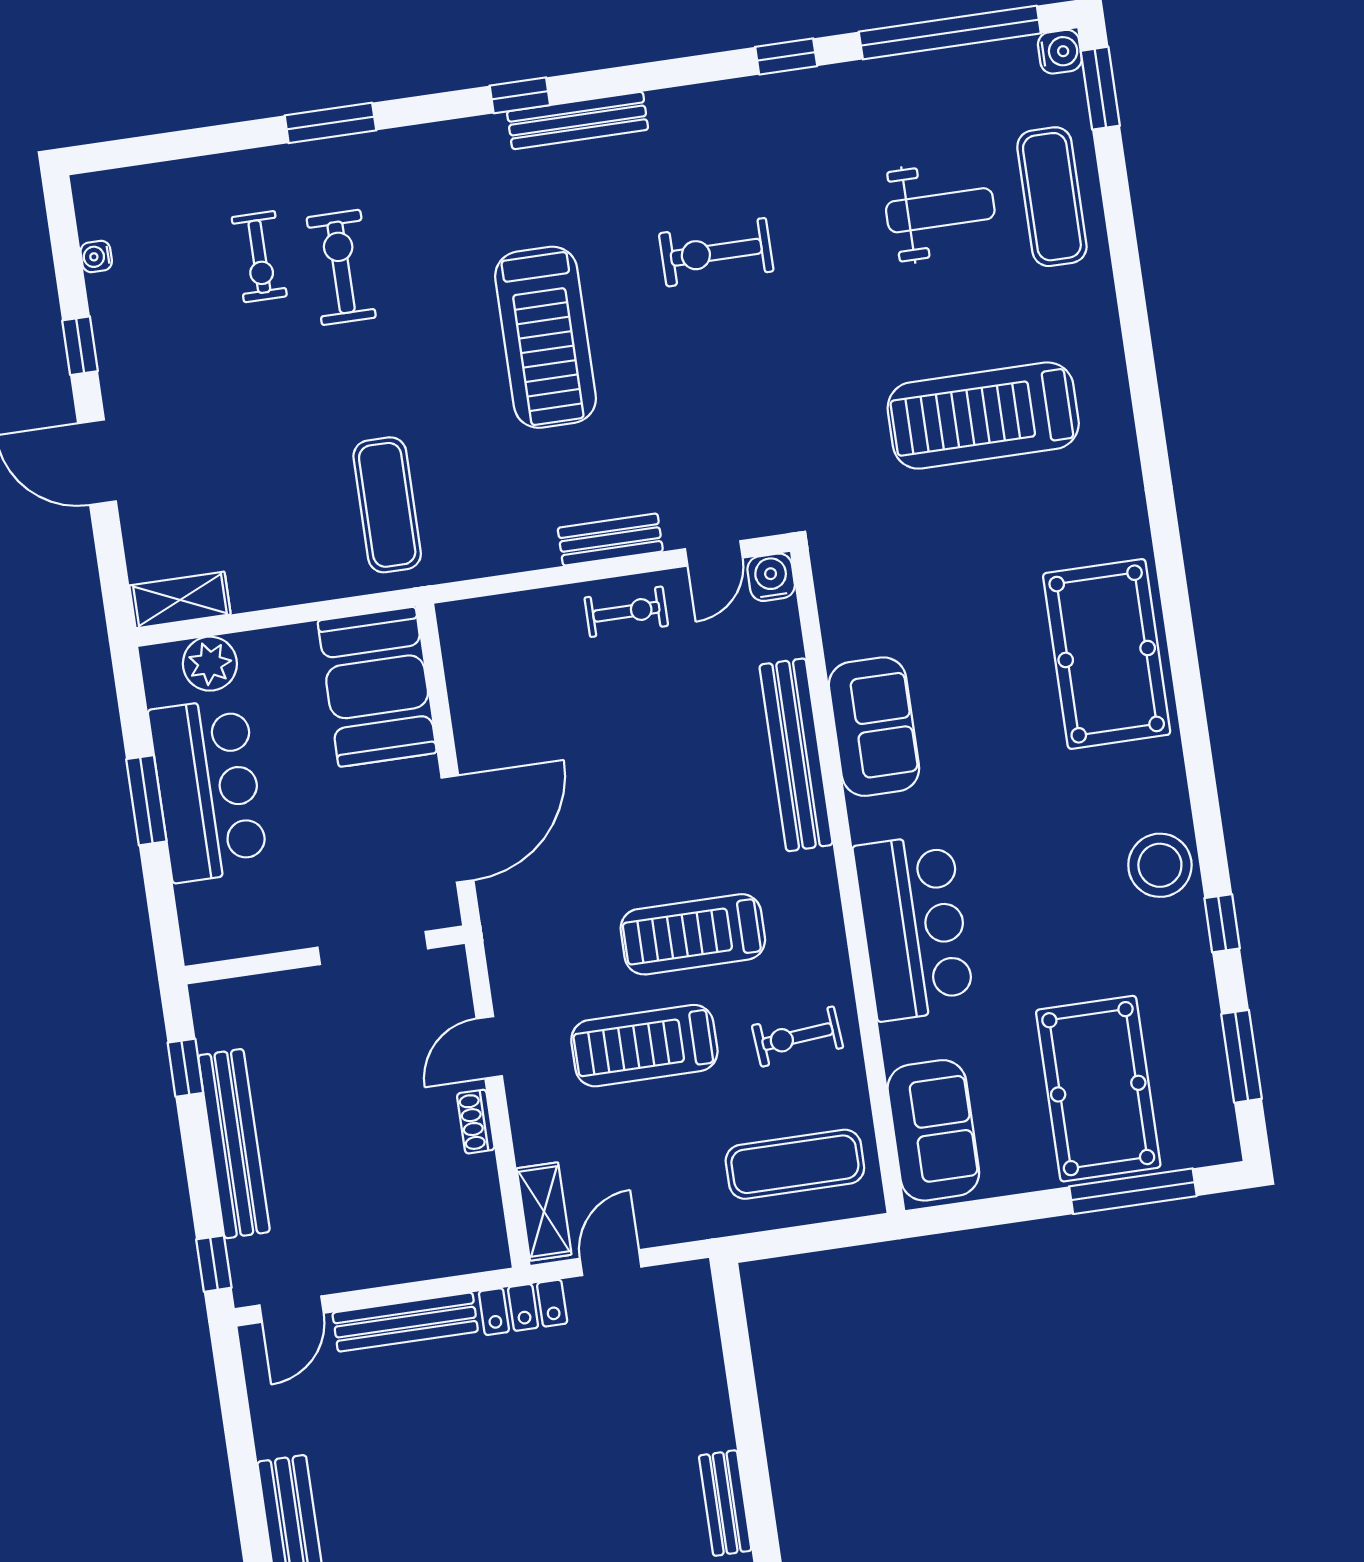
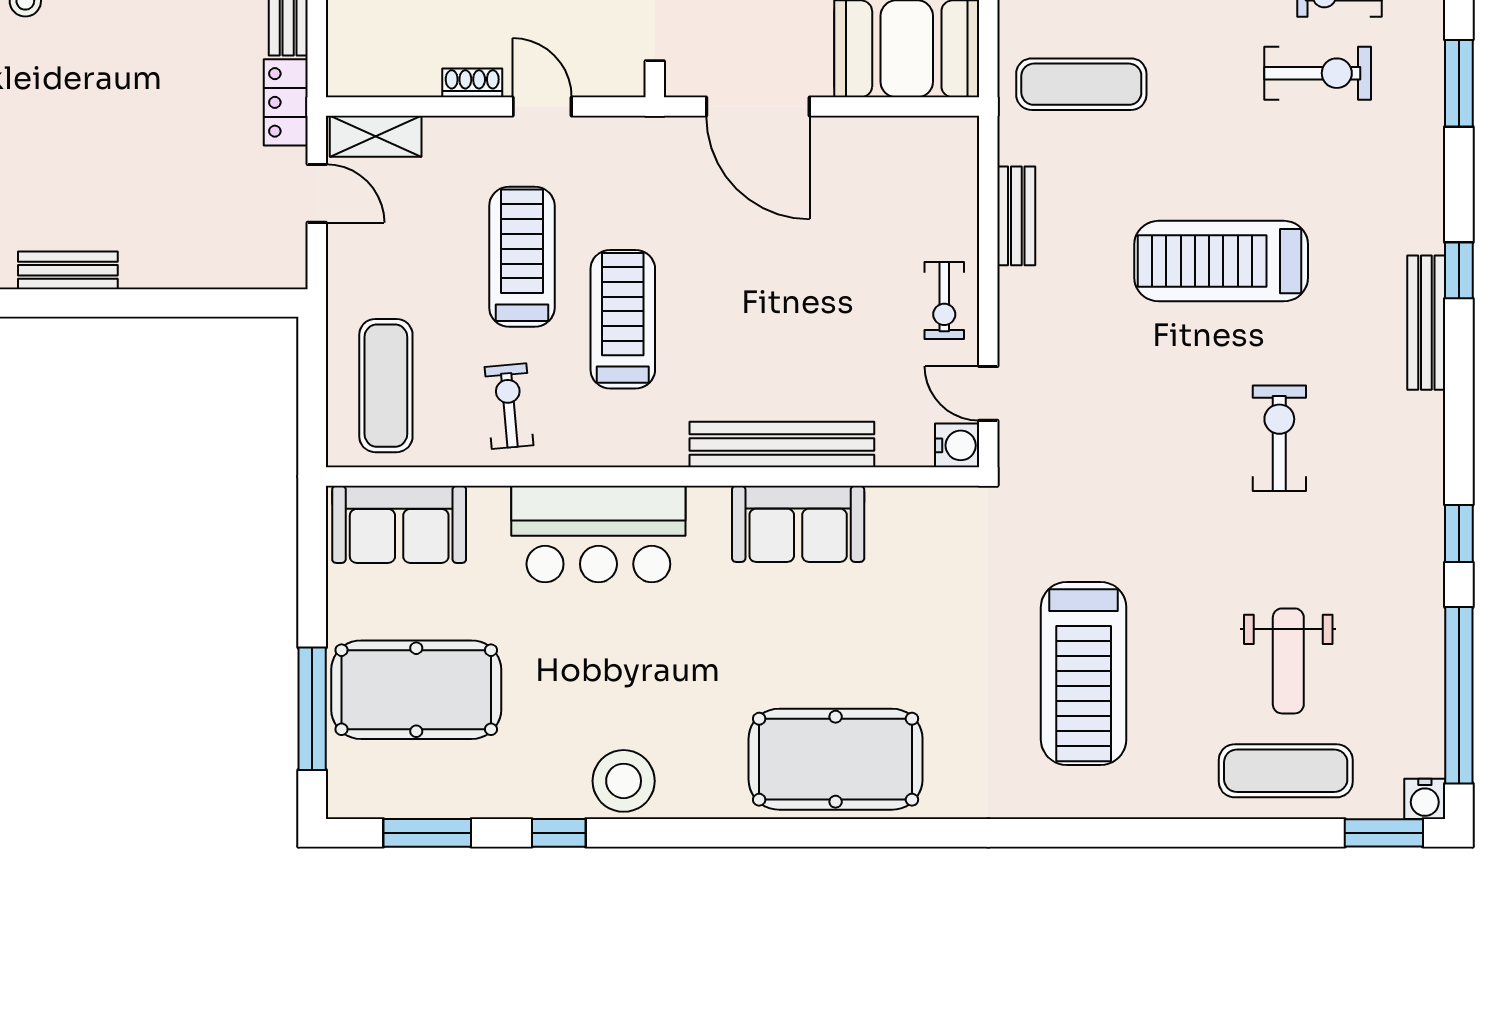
treadmill: (983, 416) -> (1084, 673), turned 180
bench: (610, 540) -> (1016, 216), moved

